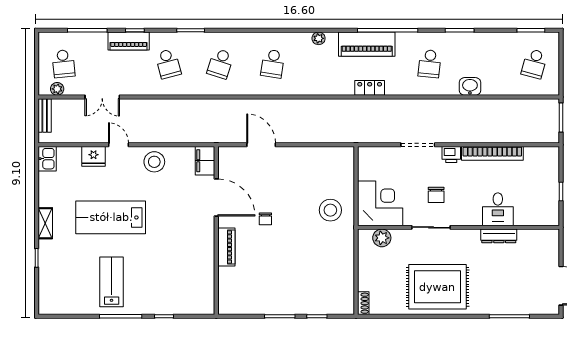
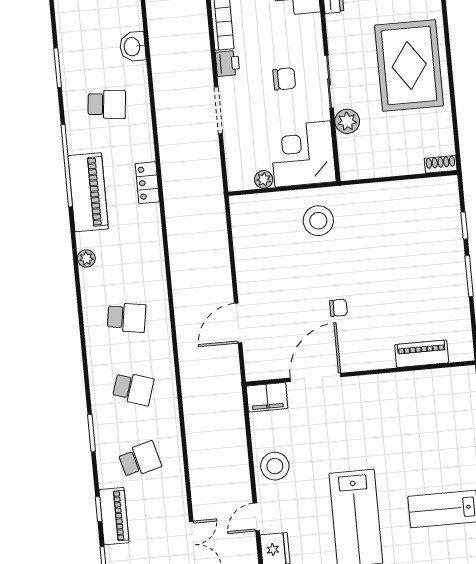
plant: (364, 173) -> (264, 179), added
plant: (382, 238) -> (347, 121), moved
piano: (226, 247) -> (422, 354), moved

